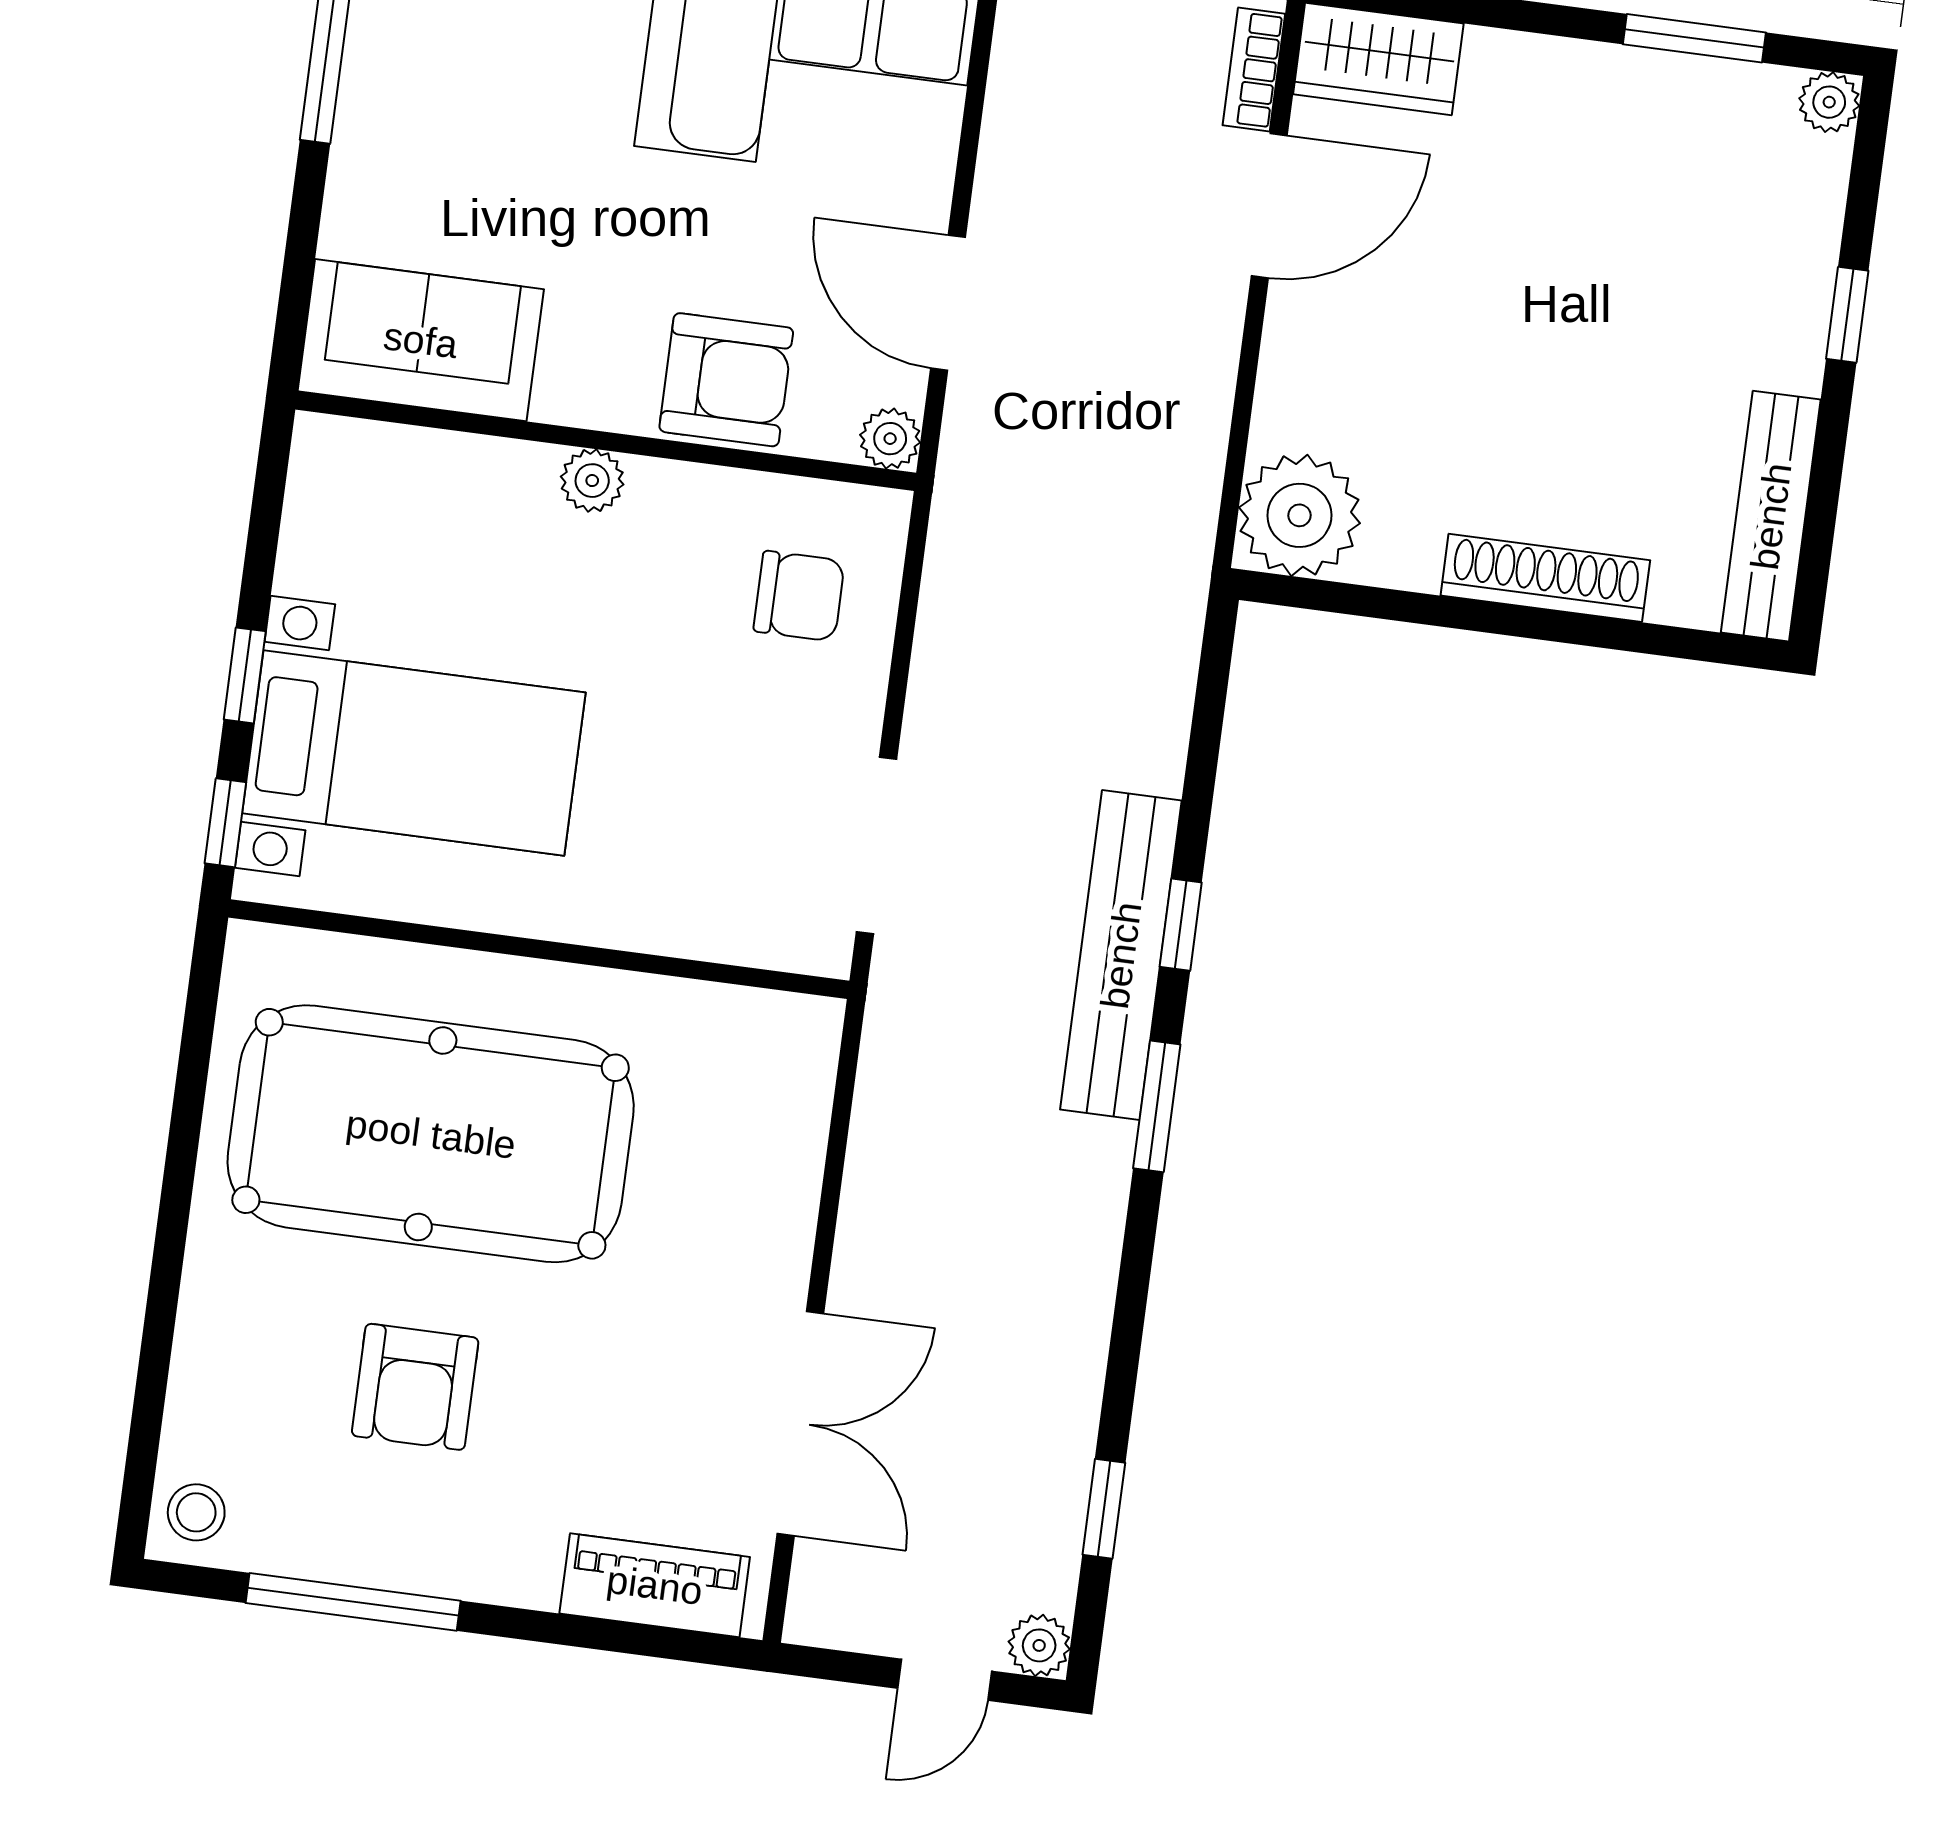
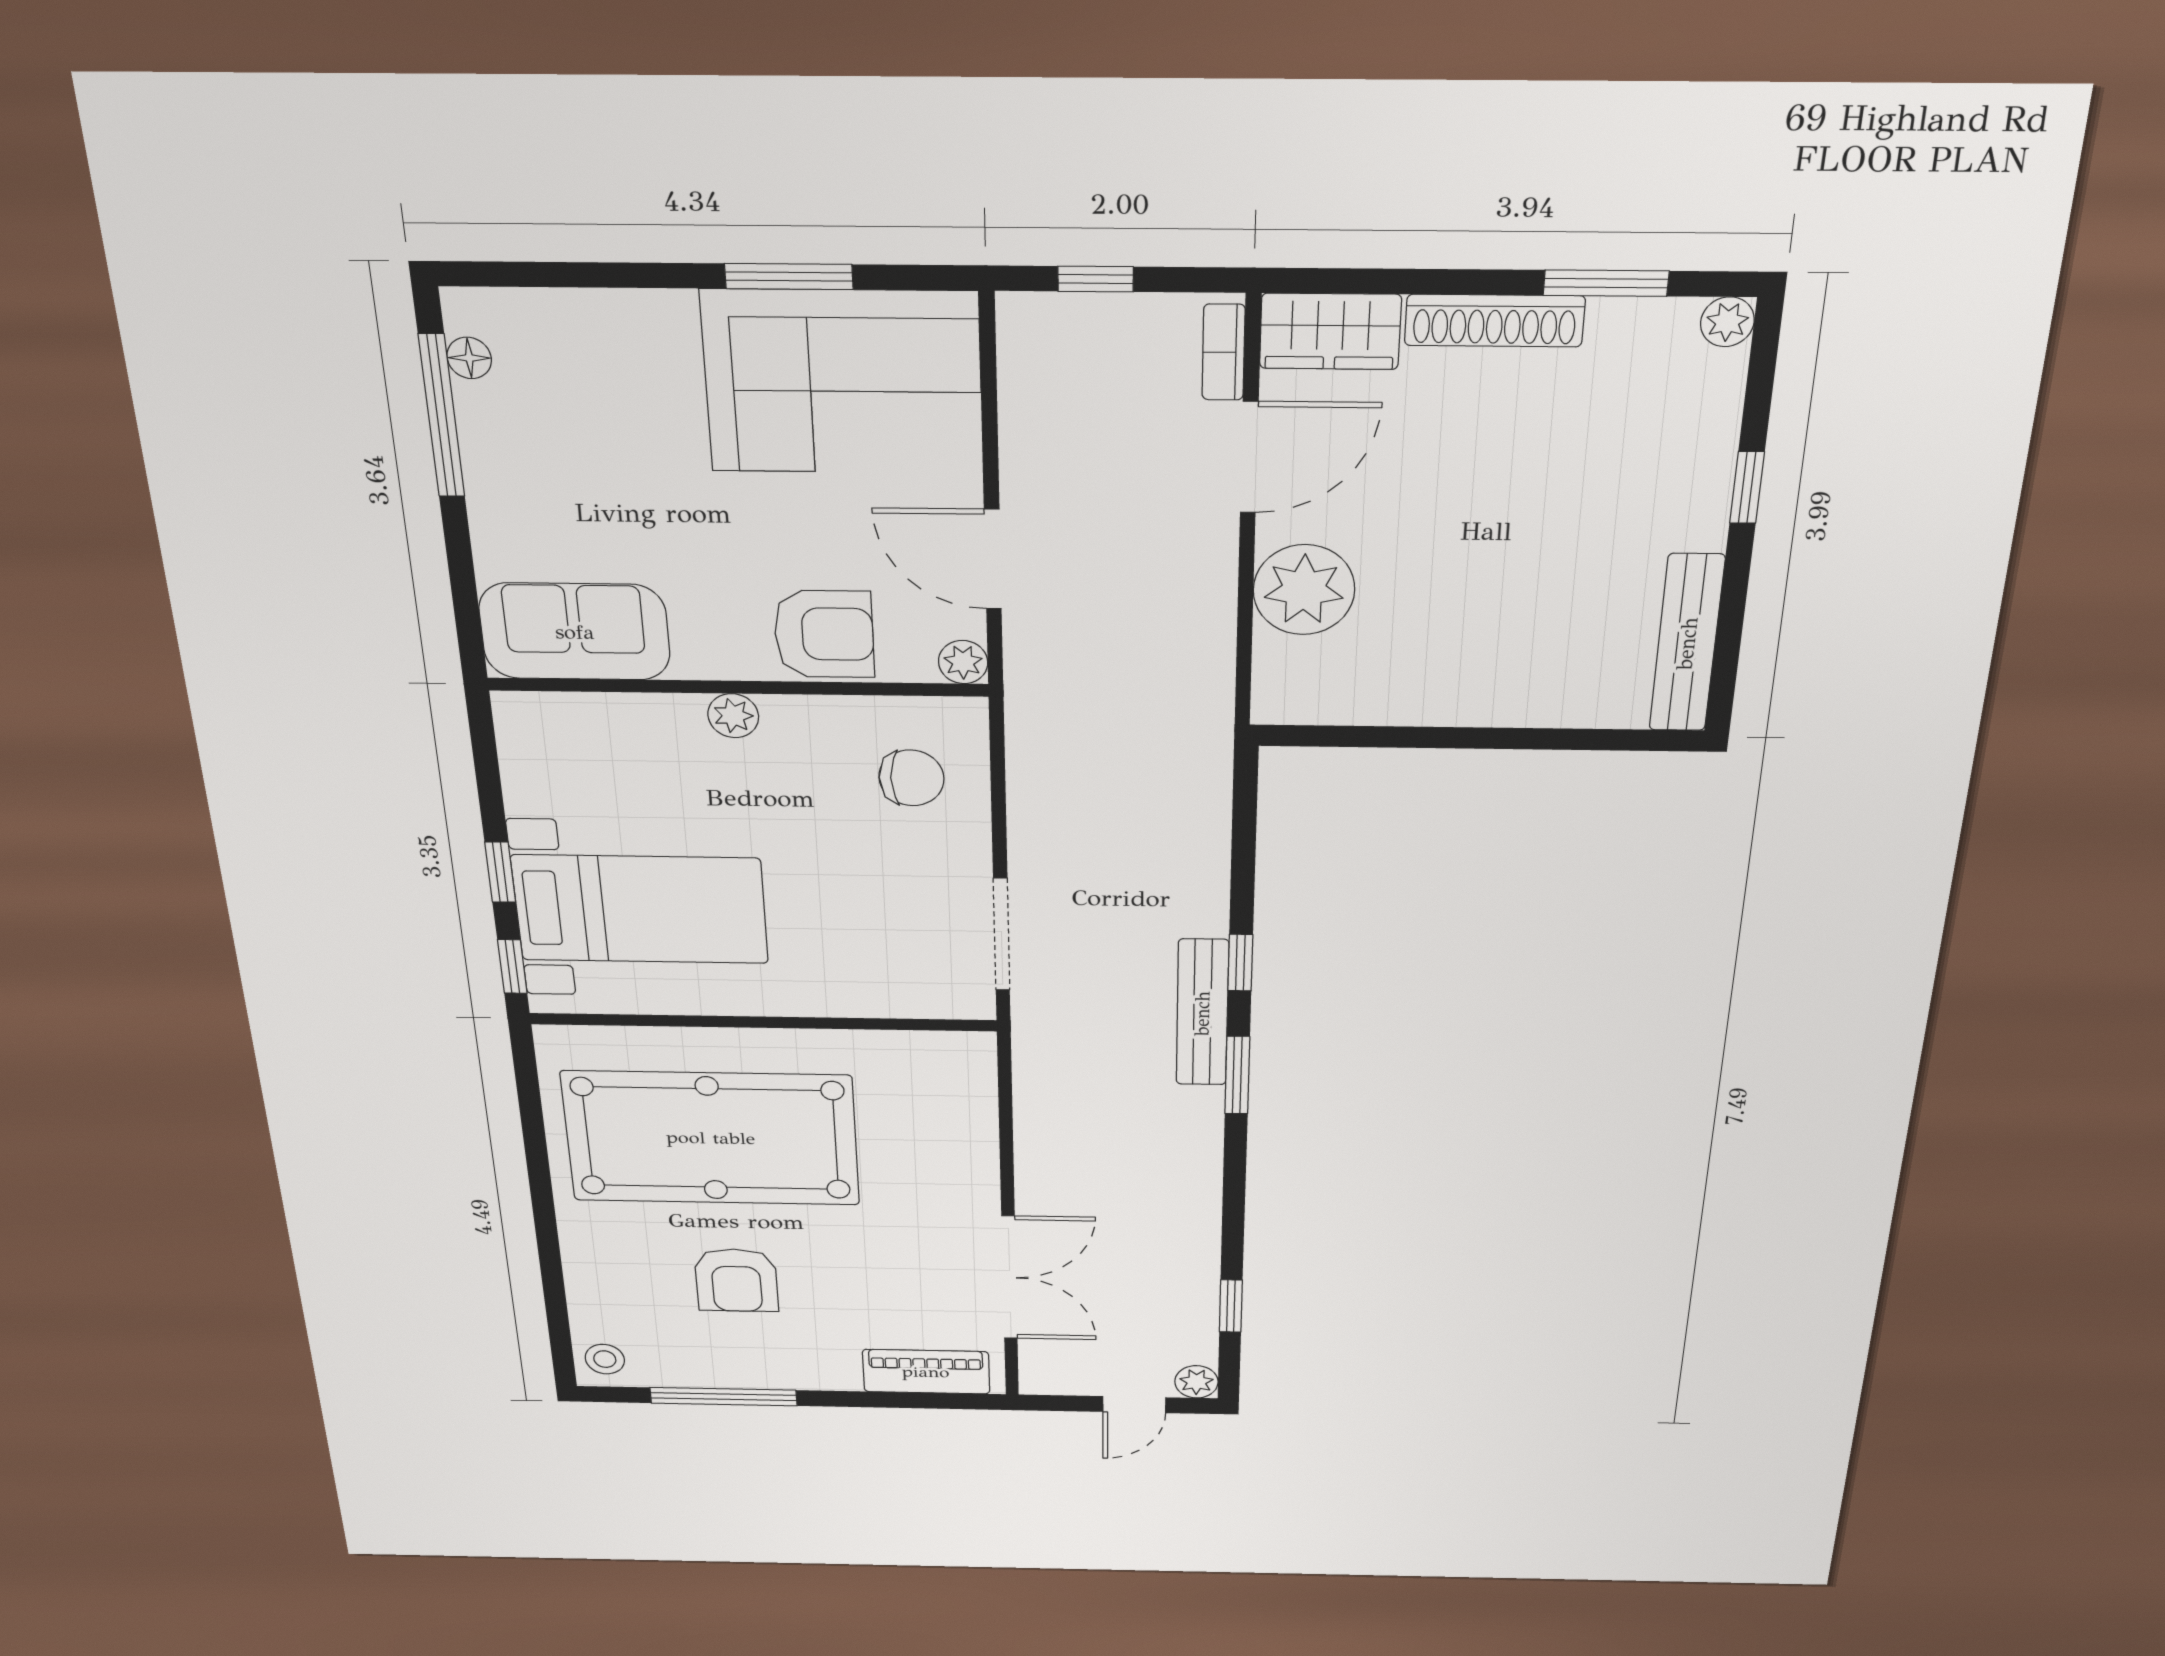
plant: (1299, 515) -> (1304, 590), moved
shoe rack: (1545, 578) -> (1495, 321), moved, turned 180
bench: (1121, 955) -> (1202, 1013), width x0.73, depth x0.82

